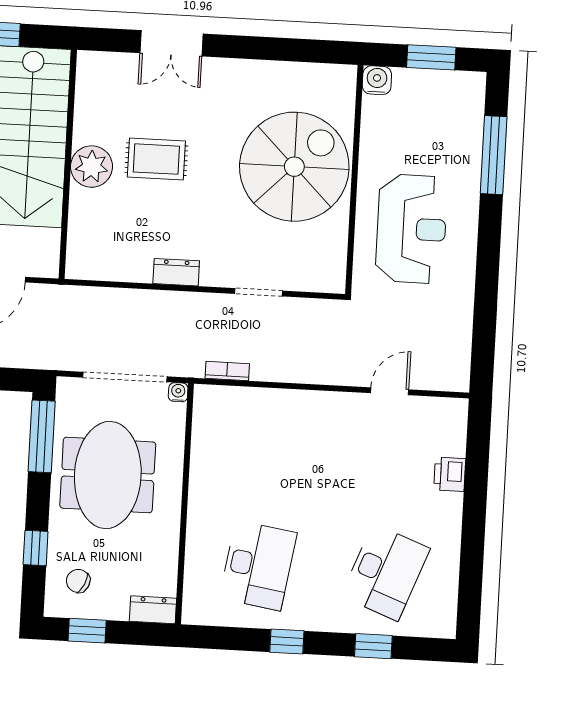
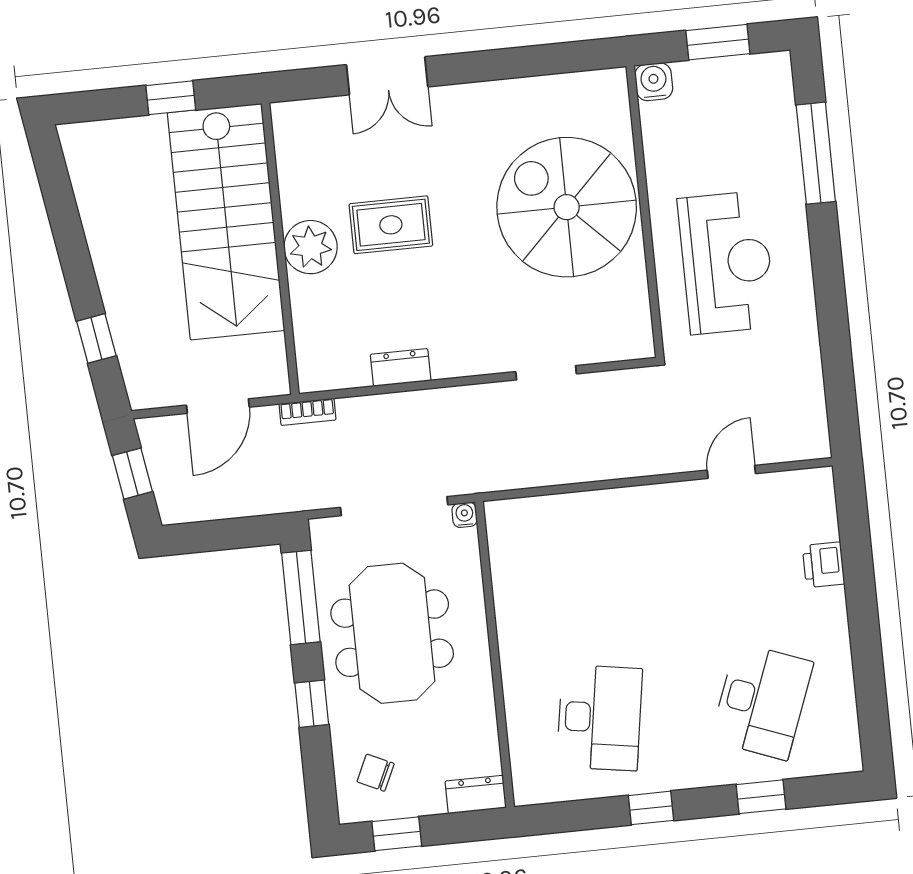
spiral stairs: (294, 167) -> (567, 207), turned -90
dresser: (176, 272) -> (401, 368), moved
bookcase: (227, 371) -> (307, 412), moved, turned 180
window: (36, 548) -> (312, 704), moved

